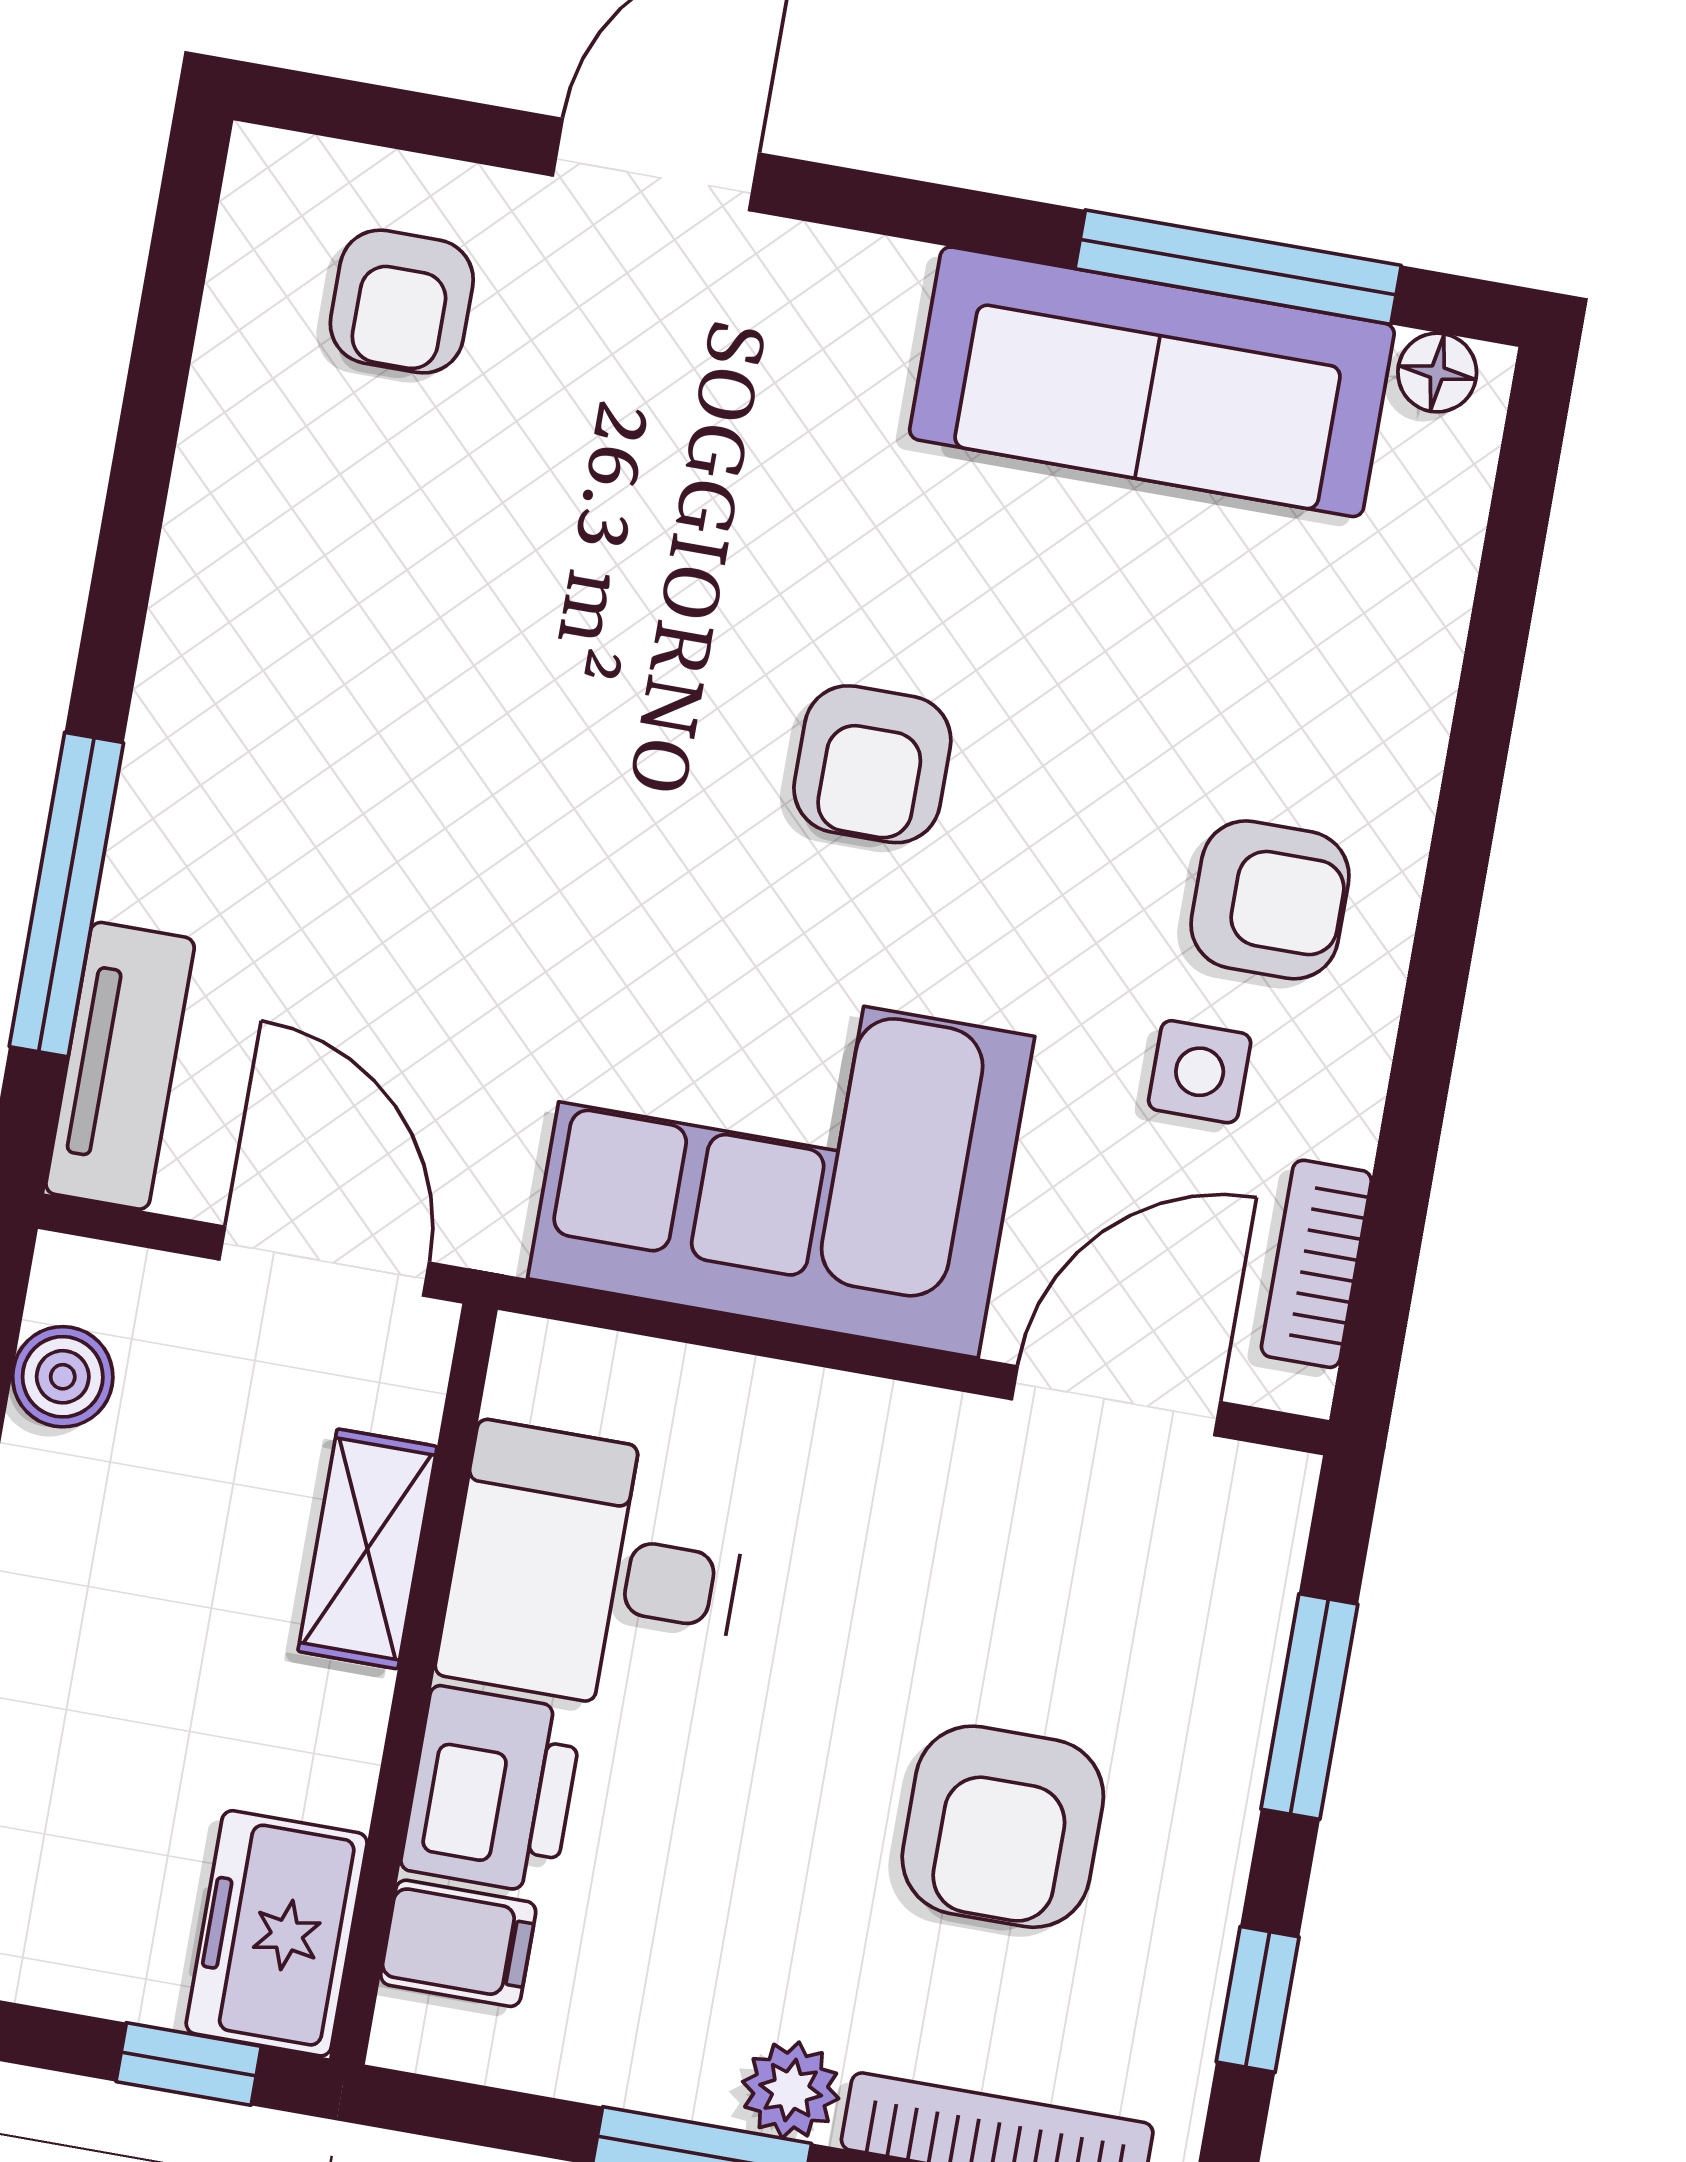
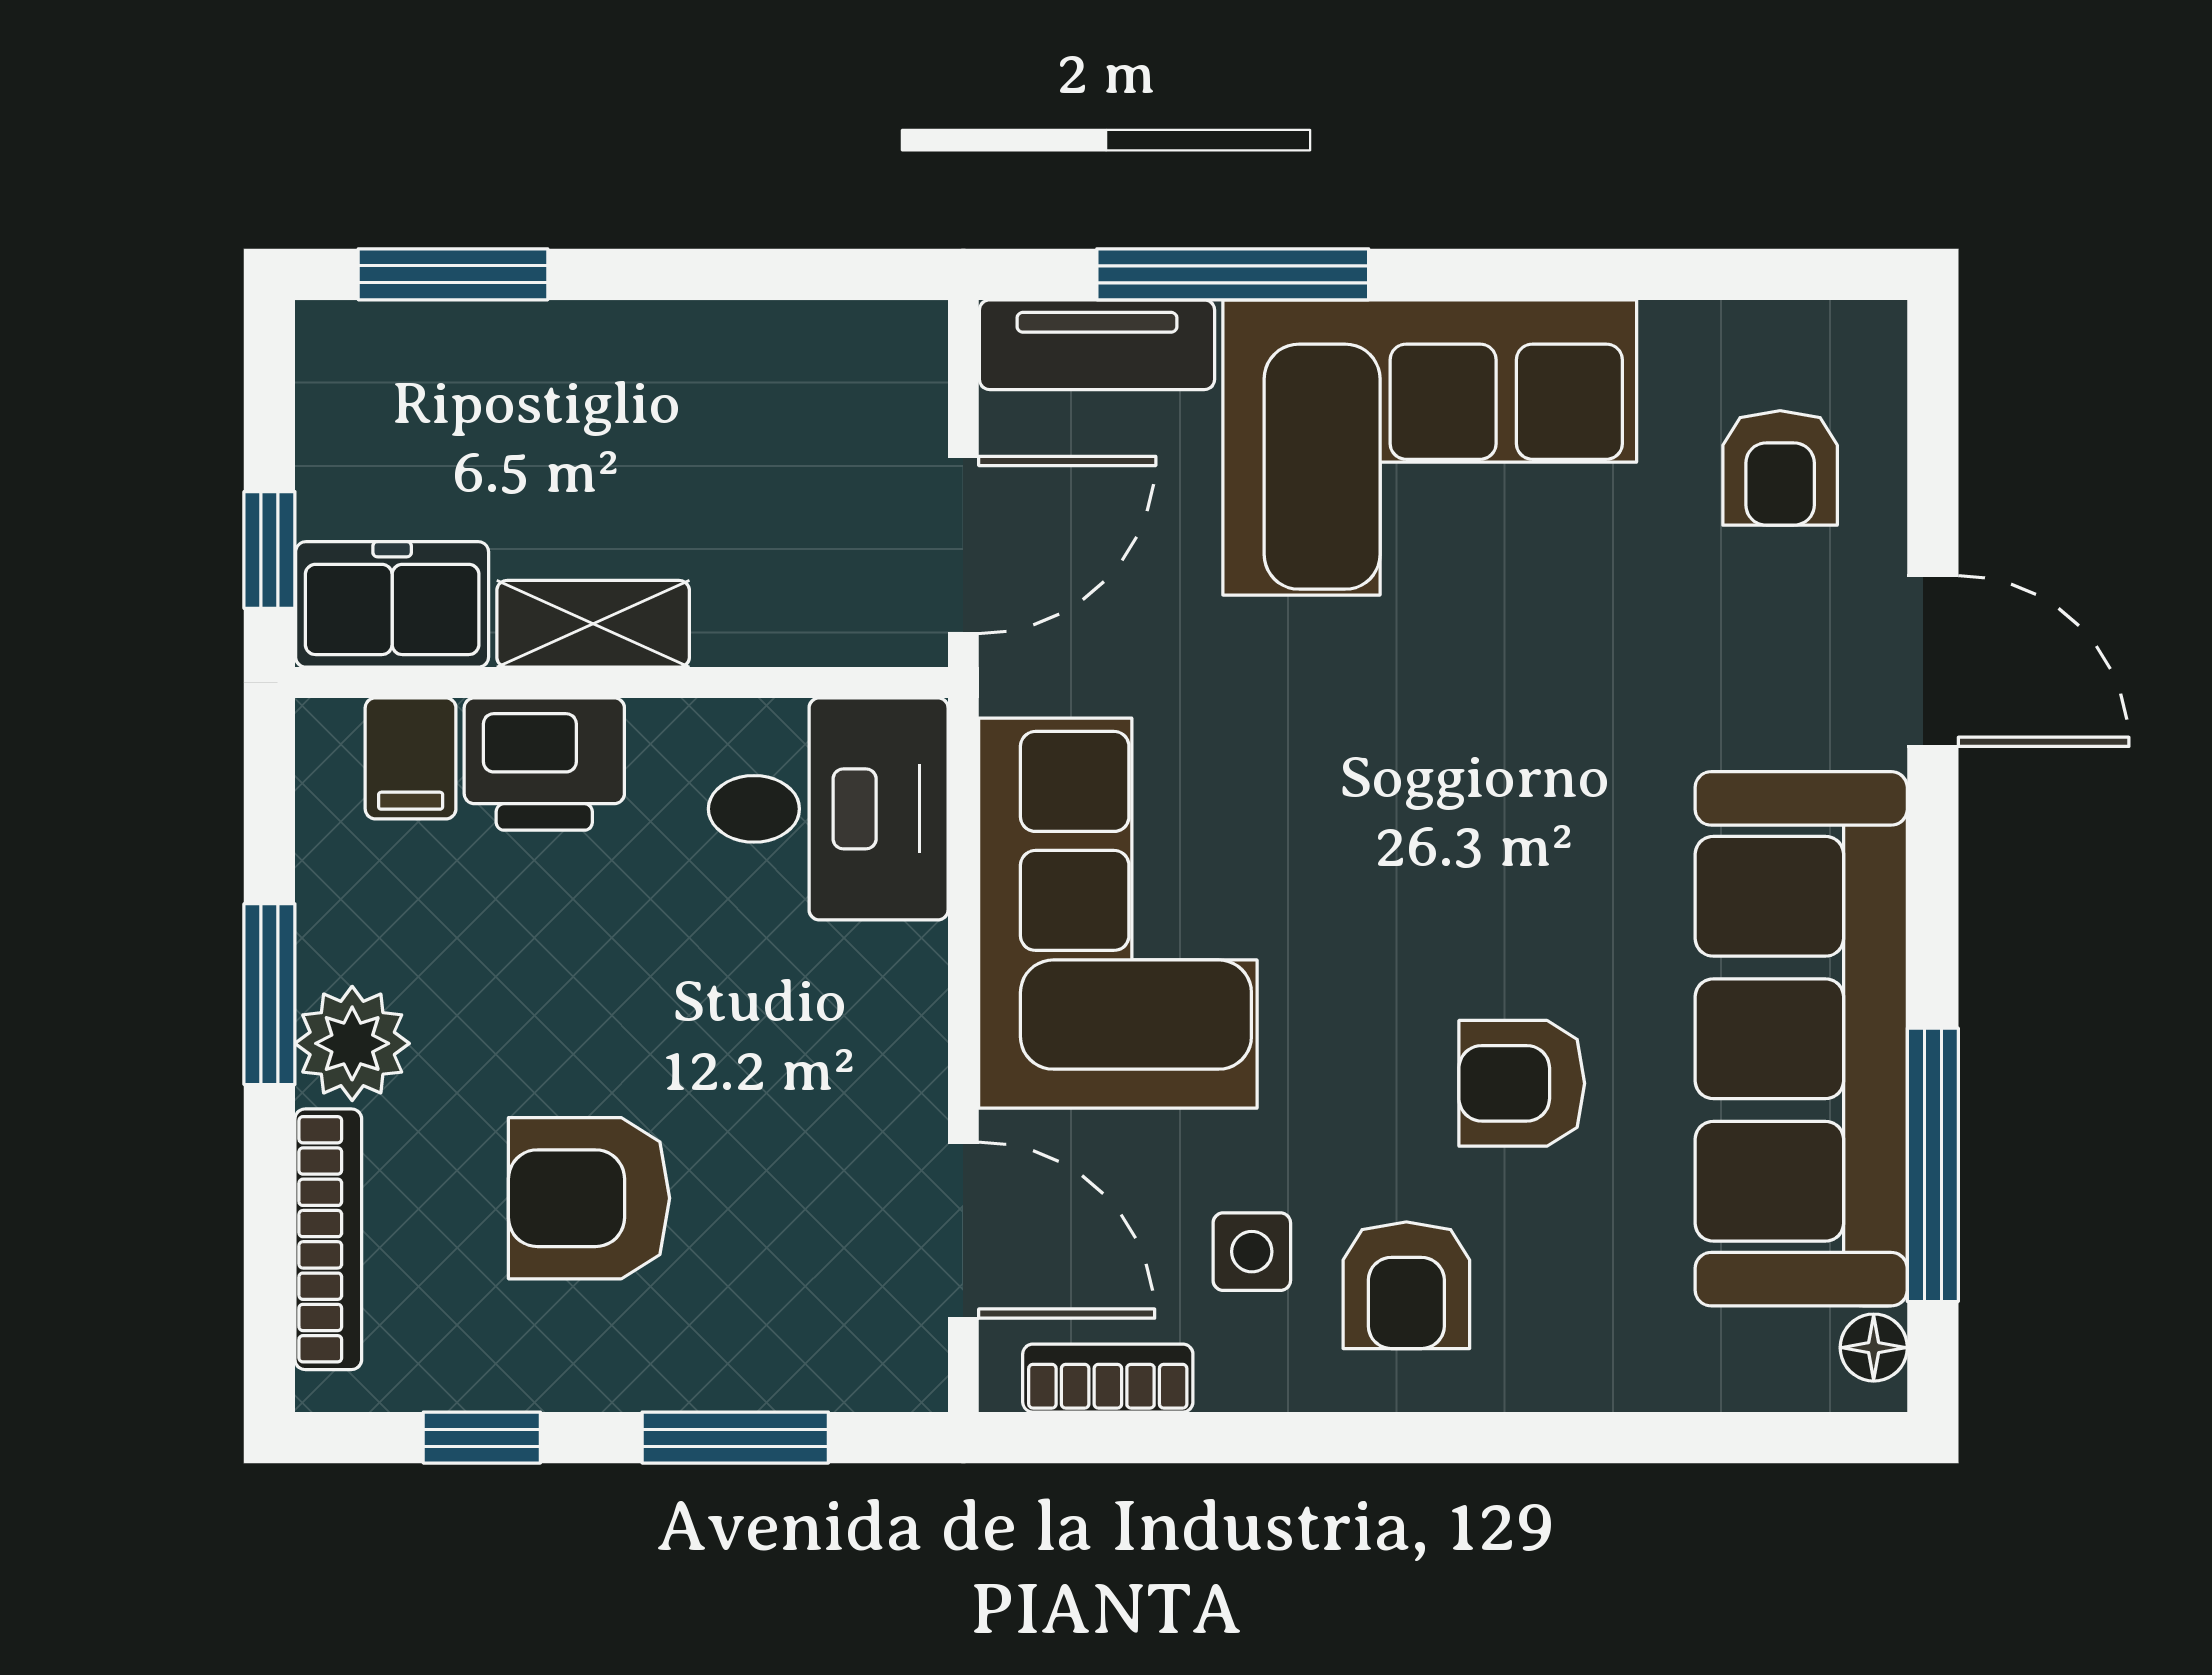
armchair: (402, 302) -> (1780, 468), turned -90
sofa: (1152, 382) -> (1801, 1039), width x1.36, depth x1.27
corner sofa: (307, 702) -> (1430, 447), added
armchair: (872, 764) -> (1522, 1083), moved
boiler: (63, 1377) -> (828, 343), removed
shelving: (367, 1549) -> (593, 624), moved
desk: (595, 1570) -> (828, 809), moved, turned 90
plant: (791, 2090) -> (352, 1043), width x1.38, depth x1.38

